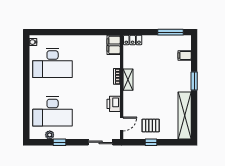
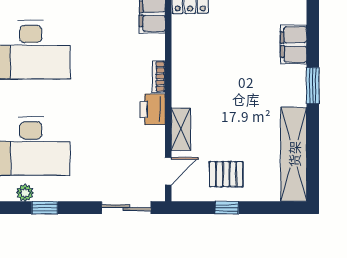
filing cabinet: (185, 55) -> (294, 44), width x2.00
shelving: (128, 80) -> (181, 129), moved
printer: (114, 104) -> (152, 109), moved

